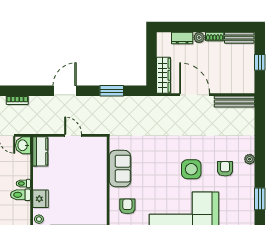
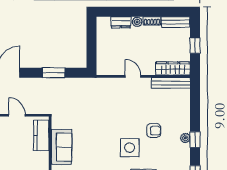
wardrobe: (163, 75) -> (173, 68), moved, turned -90
door: (195, 95) -> (133, 76), width x0.53
kitchen counter: (99, 157) -> (41, 135), added
window: (260, 161) -> (195, 140), added
armchair: (225, 169) -> (154, 131), moved, turned 90

